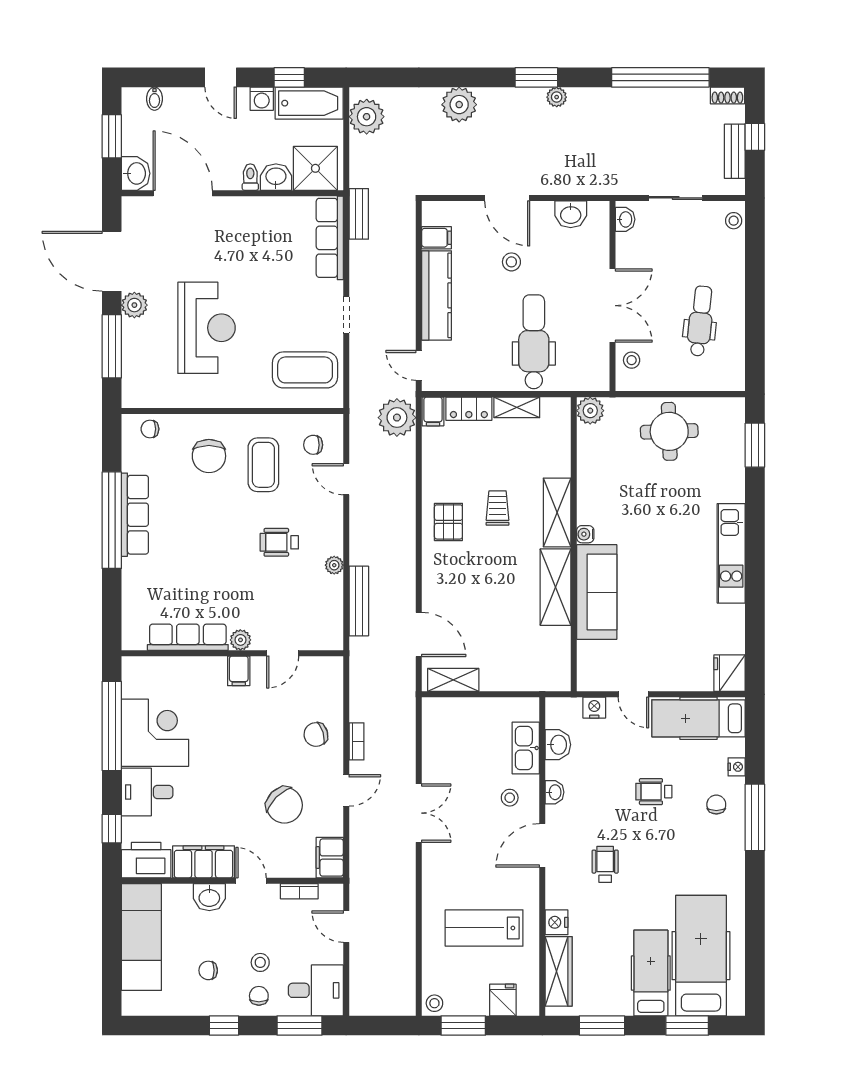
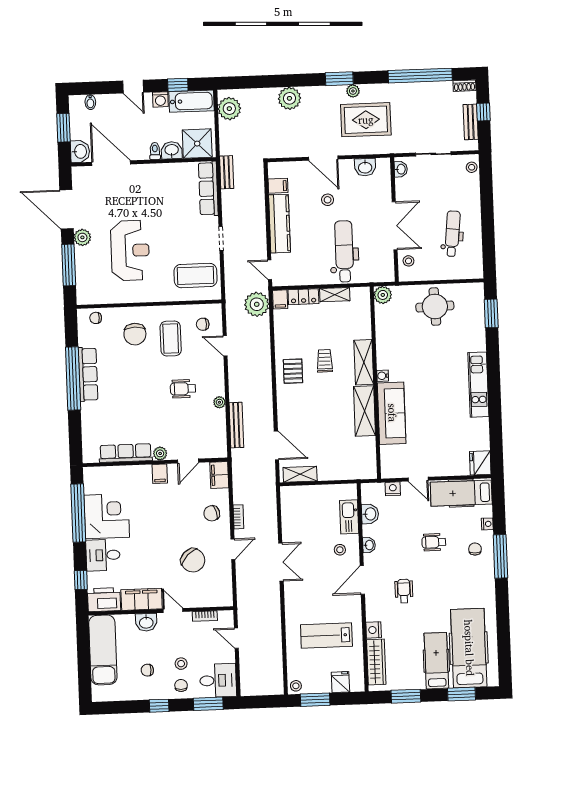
rug: (575, 142) -> (366, 120), added
filing cabinet: (330, 858) -> (219, 475), moved

